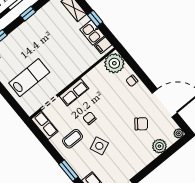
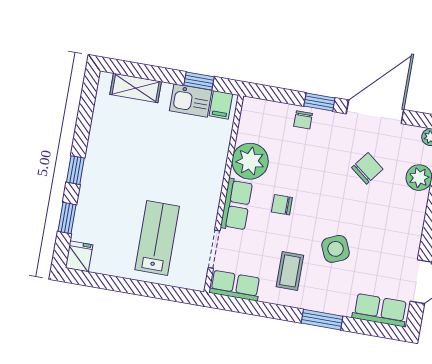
window: (28, 14) -> (75, 170), moved
window: (95, 19) -> (199, 81), moved
plant: (114, 63) -> (250, 161), moved
window: (145, 79) -> (319, 102), added
chair: (90, 118) -> (282, 205), moved

